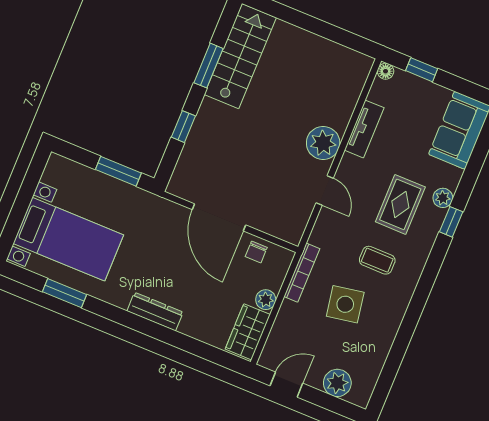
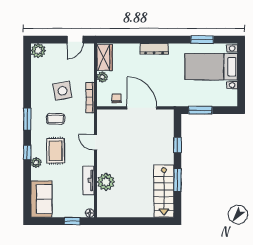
plant: (323, 143) -> (106, 182), moved
window: (427, 280) -> (27, 119), added
plant: (337, 383) -> (38, 51), moved

